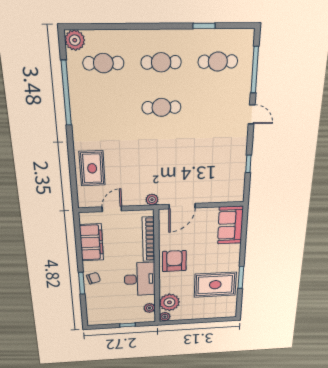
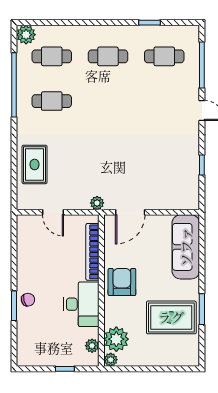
cafe table: (161, 107) -> (52, 101), moved
door: (112, 209) -> (53, 212), swing flipped
sofa: (230, 225) -> (186, 247), width x1.36
filing cabinet: (91, 242) -> (29, 253), removed

